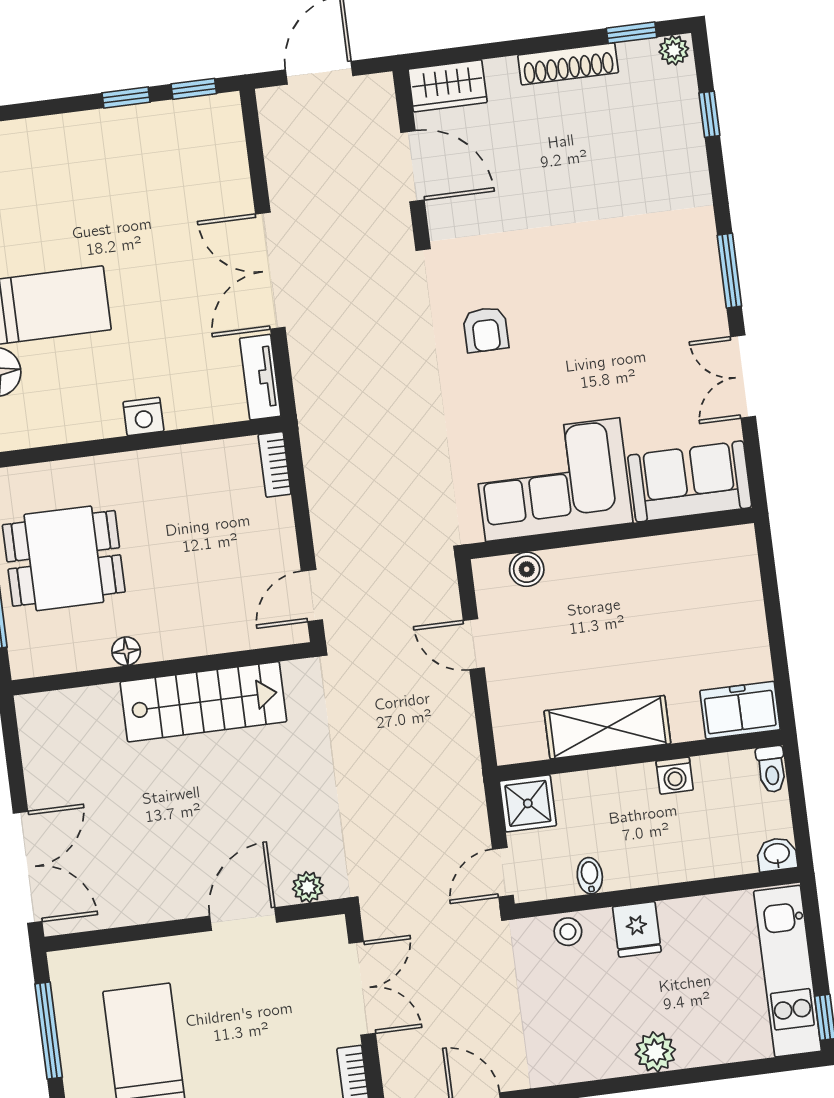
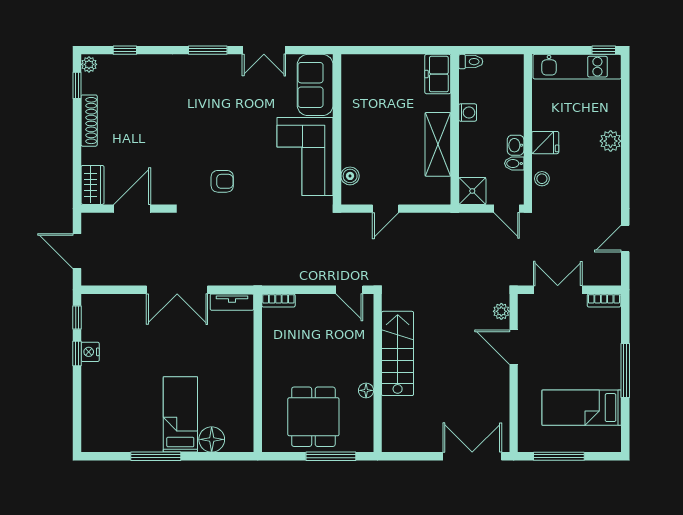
nightstand: (143, 417) -> (90, 352), moved, turned 180
washbasin: (777, 854) -> (516, 145), moved

